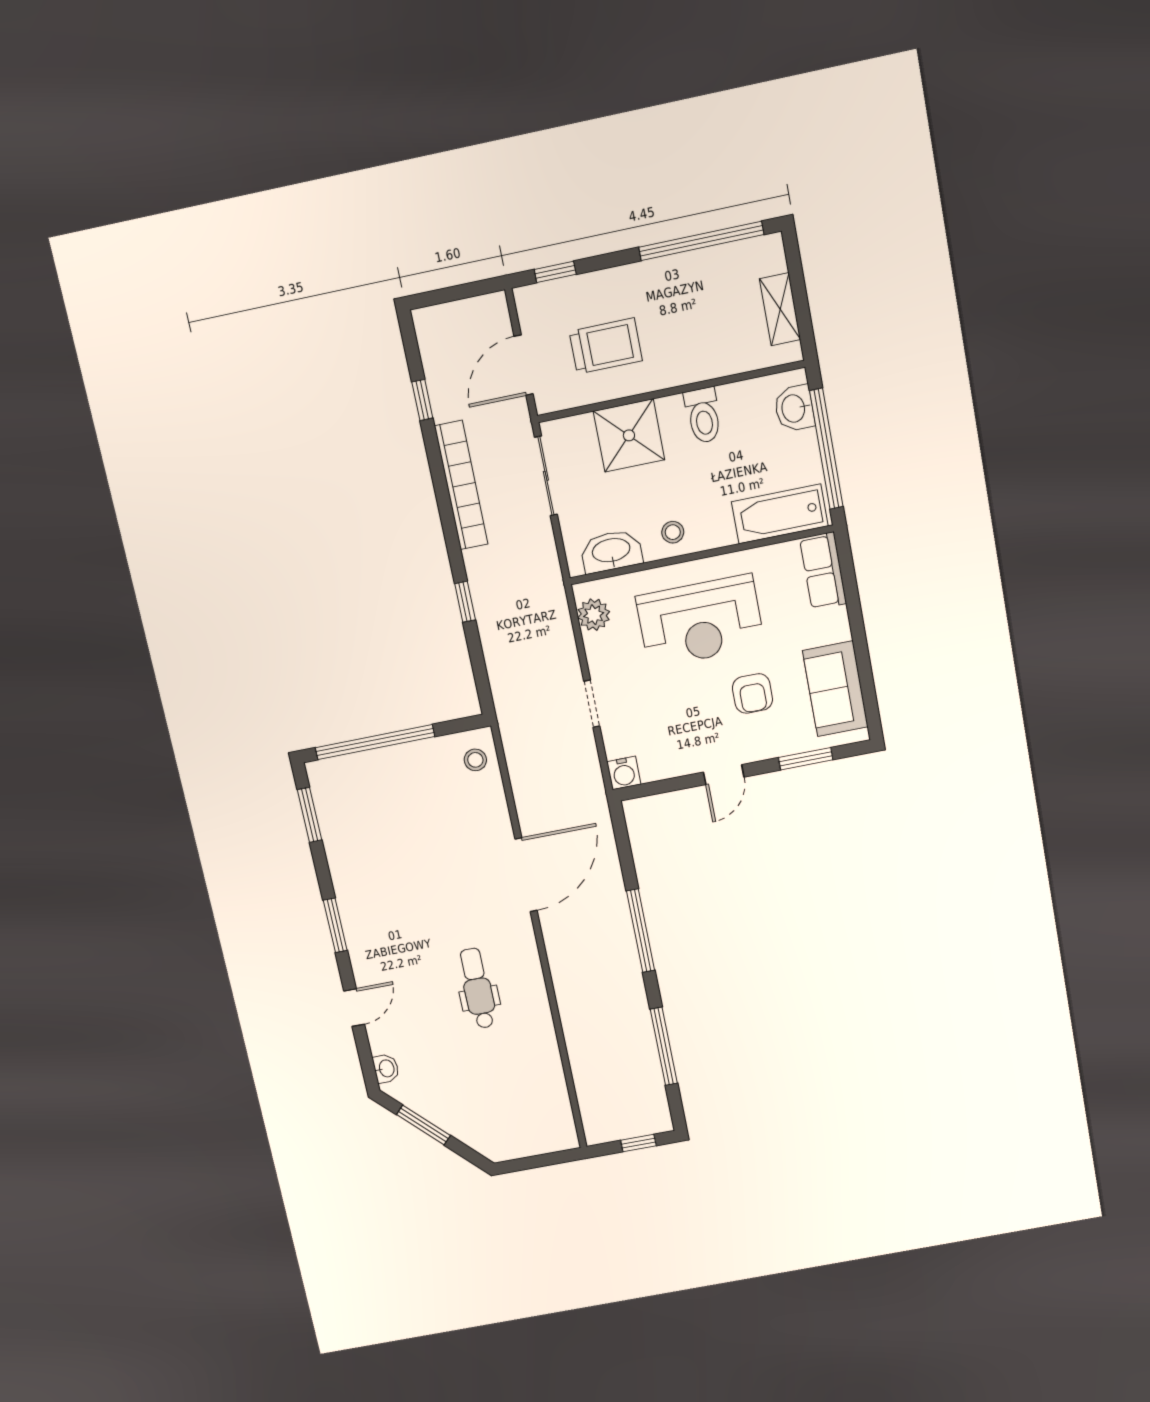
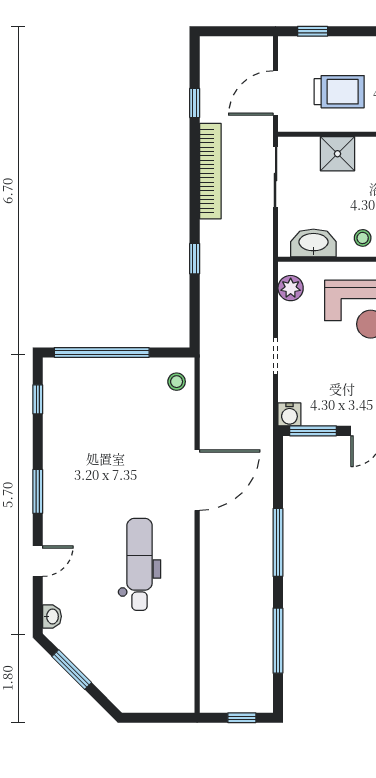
shower: (629, 435) -> (337, 154), width x0.73, depth x0.73
window: (657, 787) -> (313, 431), added
window: (310, 815) -> (38, 399), width x0.67
dental chair: (478, 988) -> (140, 564), width x1.36, depth x1.38

